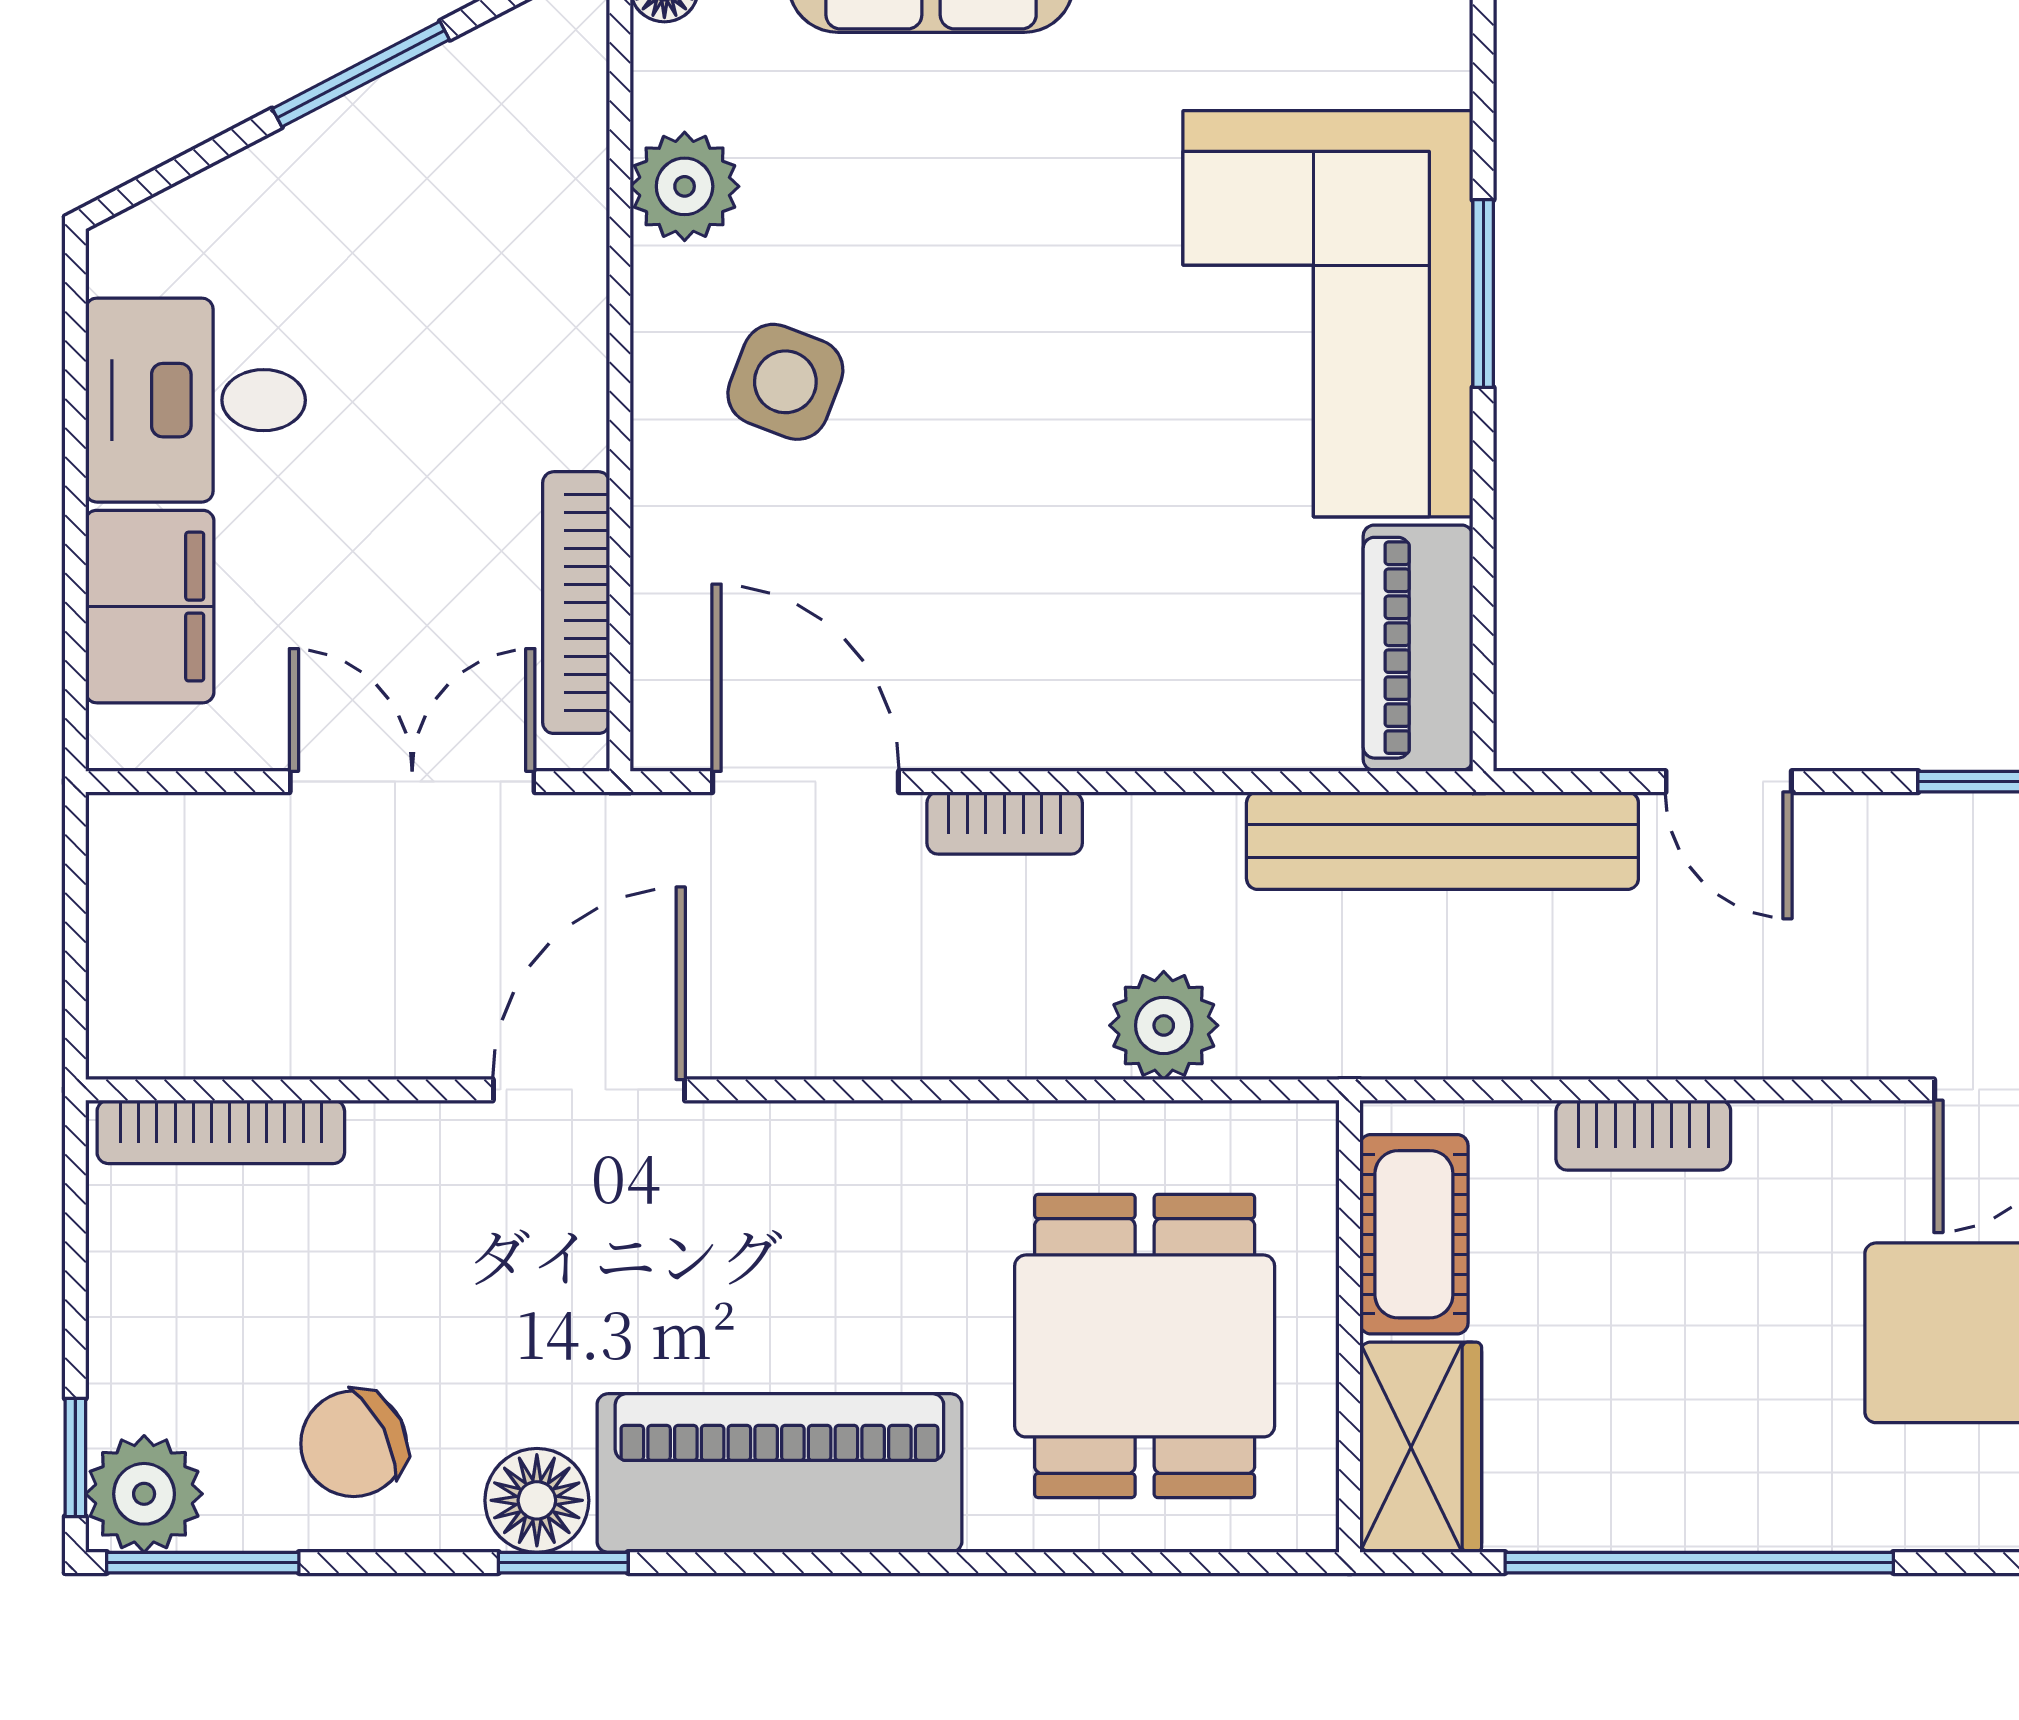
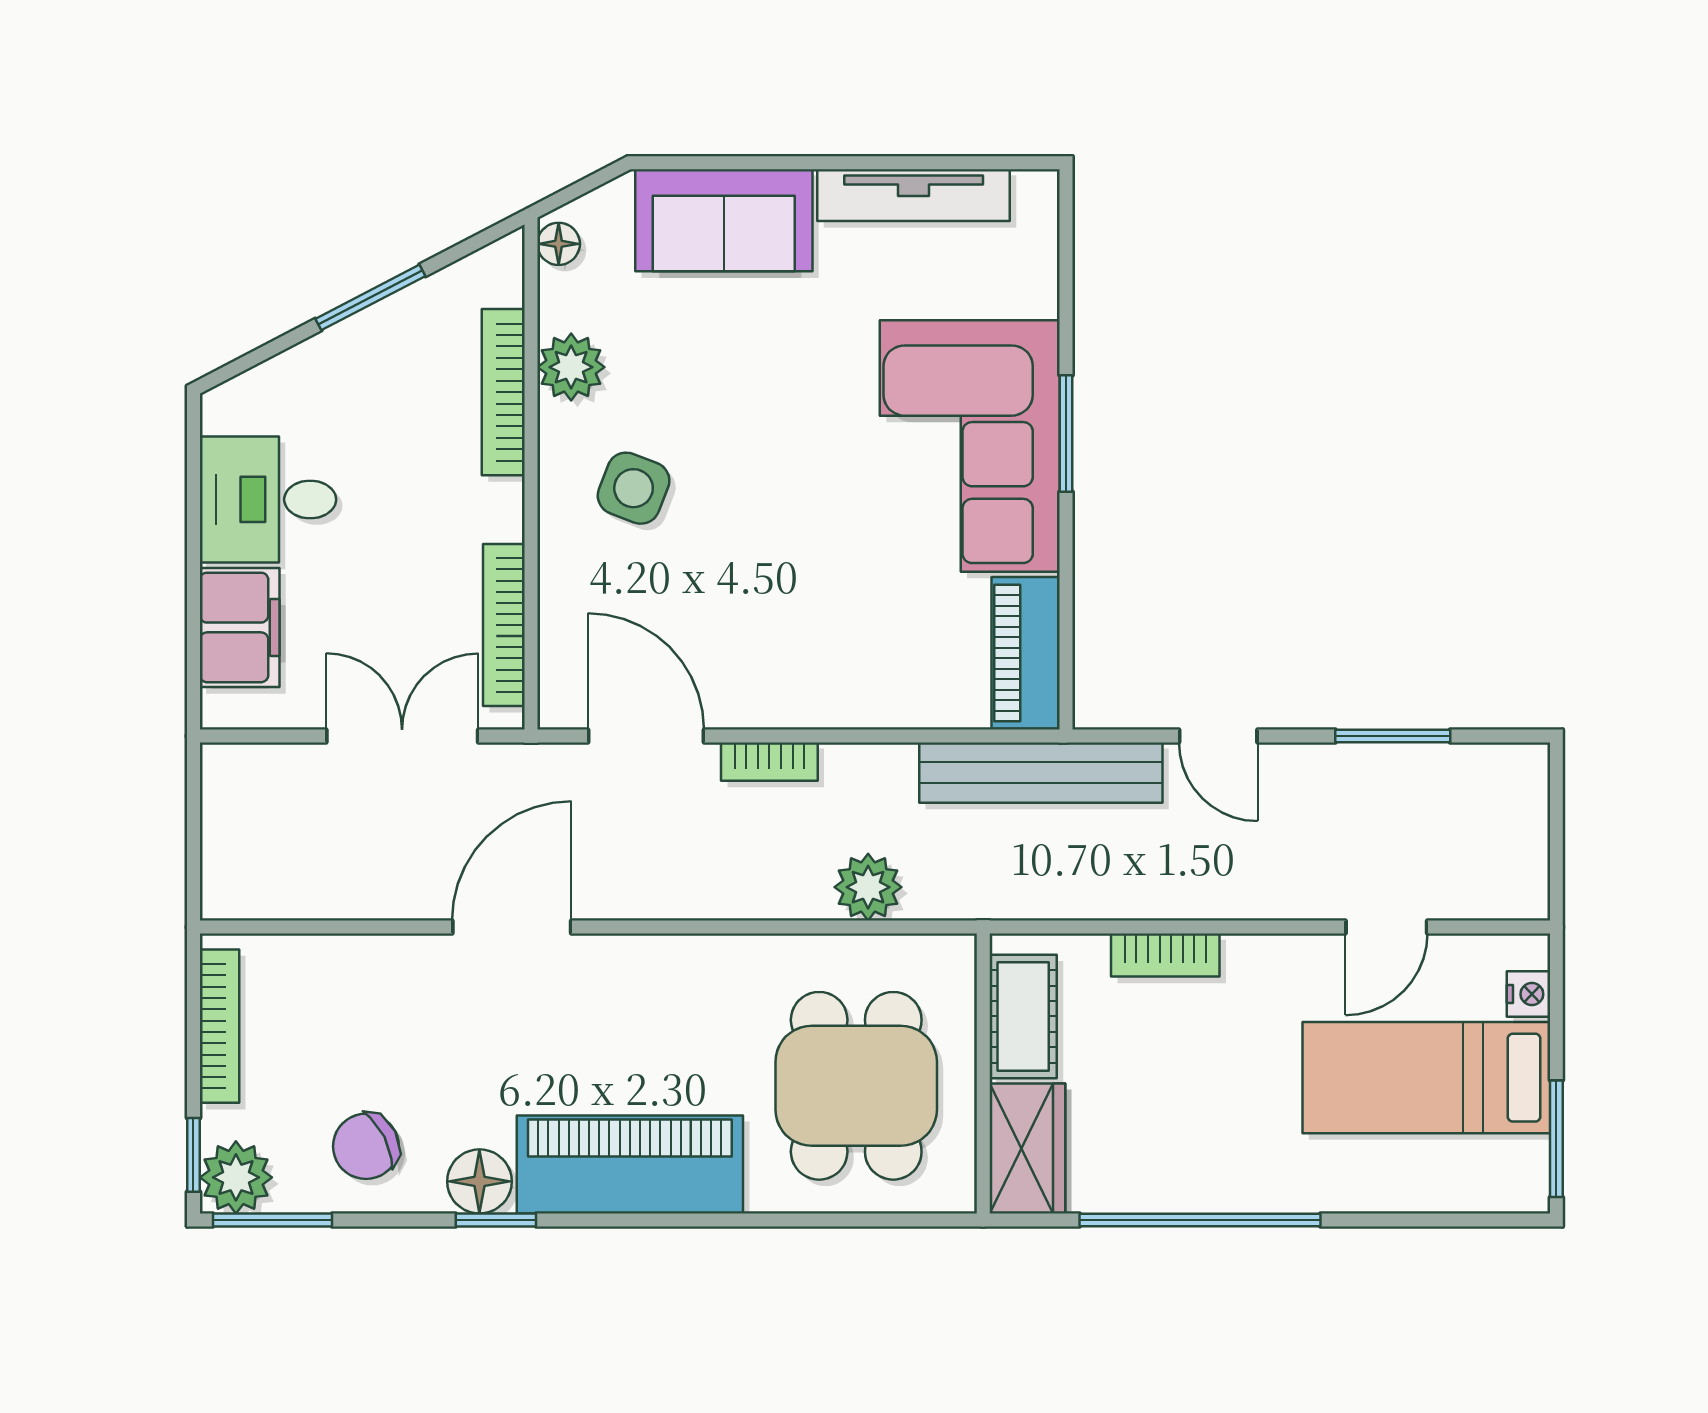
bookcase: (575, 227) -> (503, 392), added
bookcase: (221, 1132) -> (219, 1026), moved, turned -90

